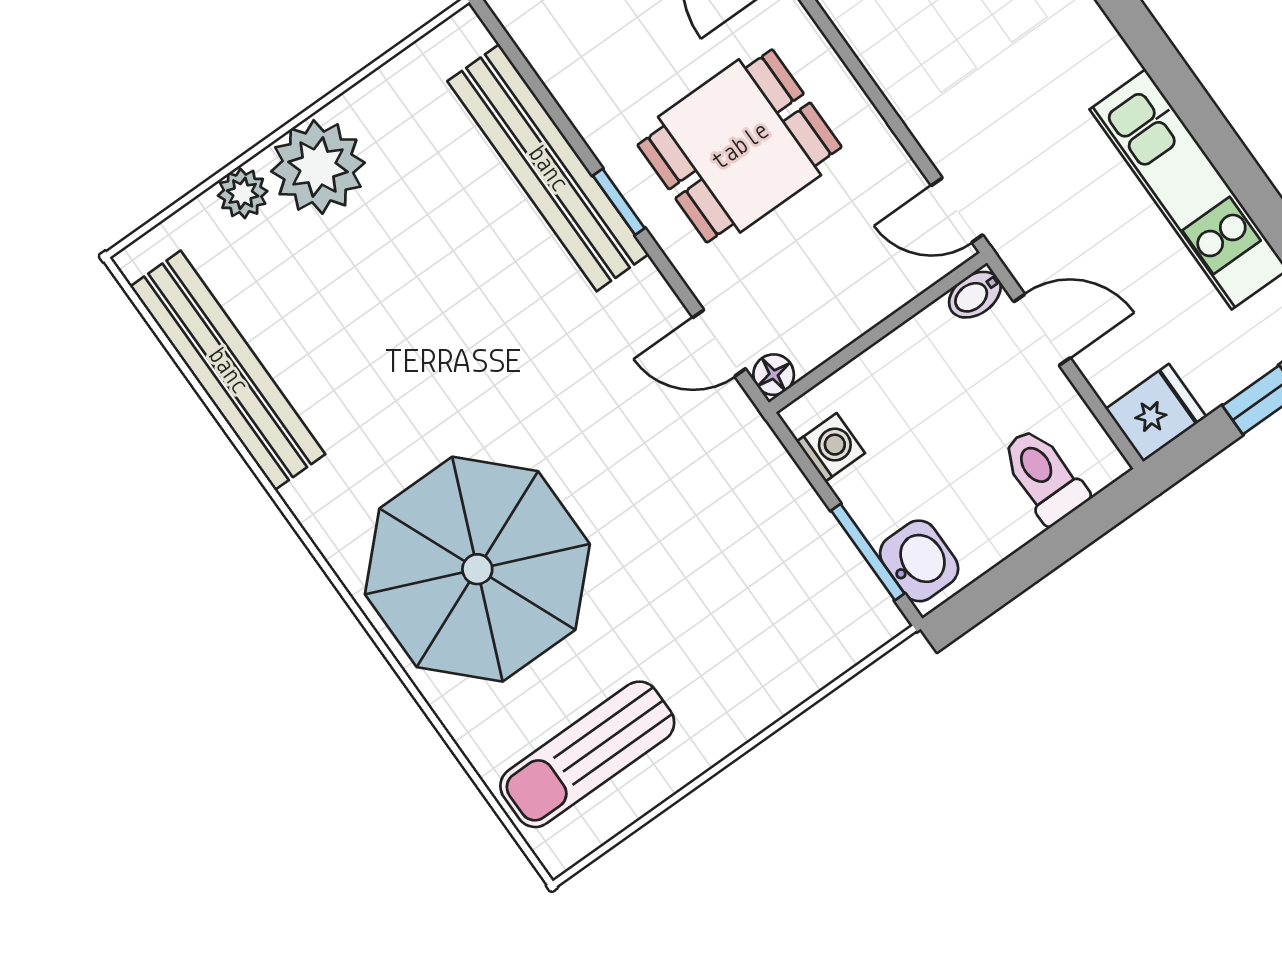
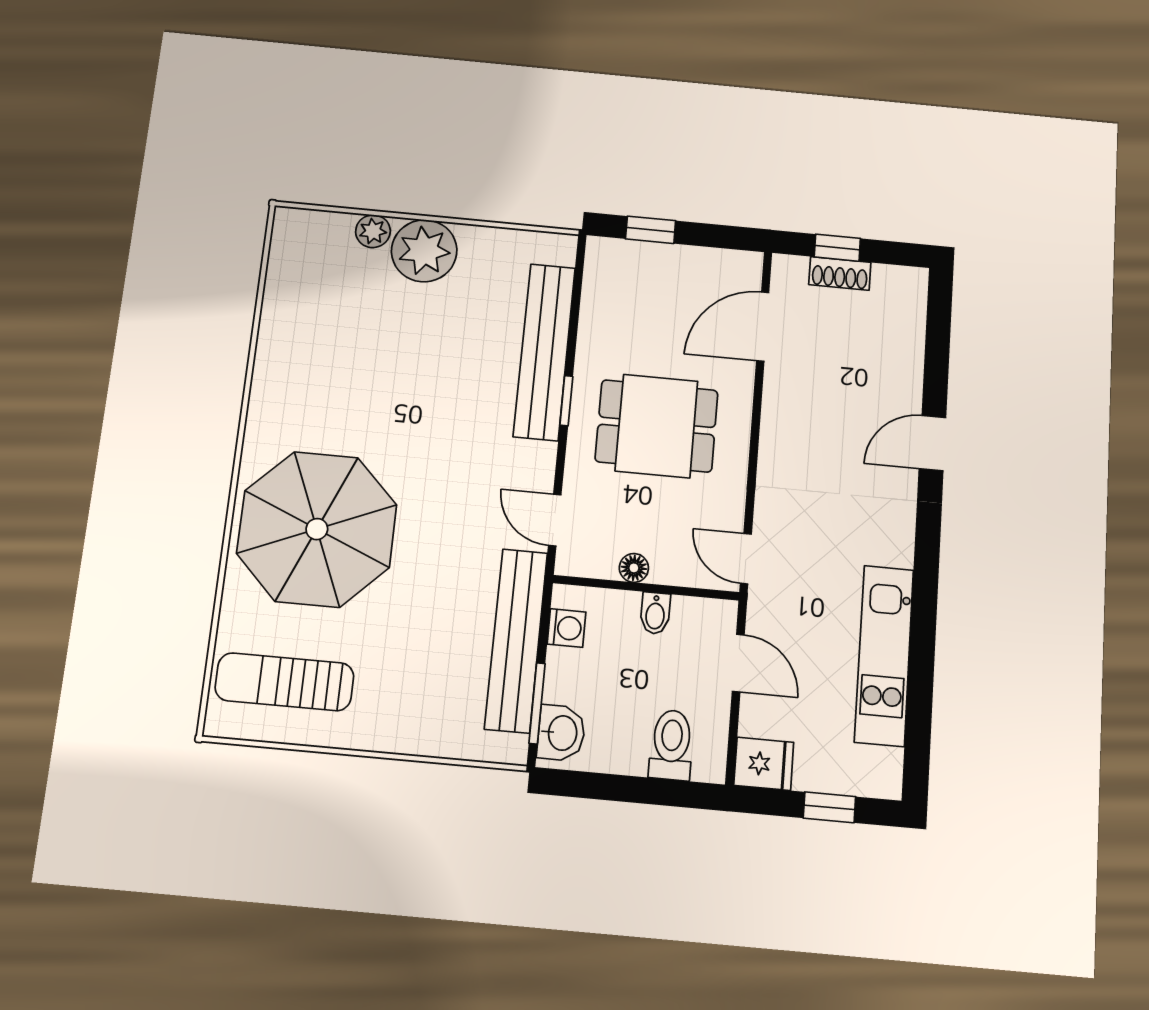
bidet: (975, 295) -> (655, 613), moved, turned -90
bench: (228, 370) -> (516, 640), moved
floor lamp: (774, 375) -> (634, 568), moved

